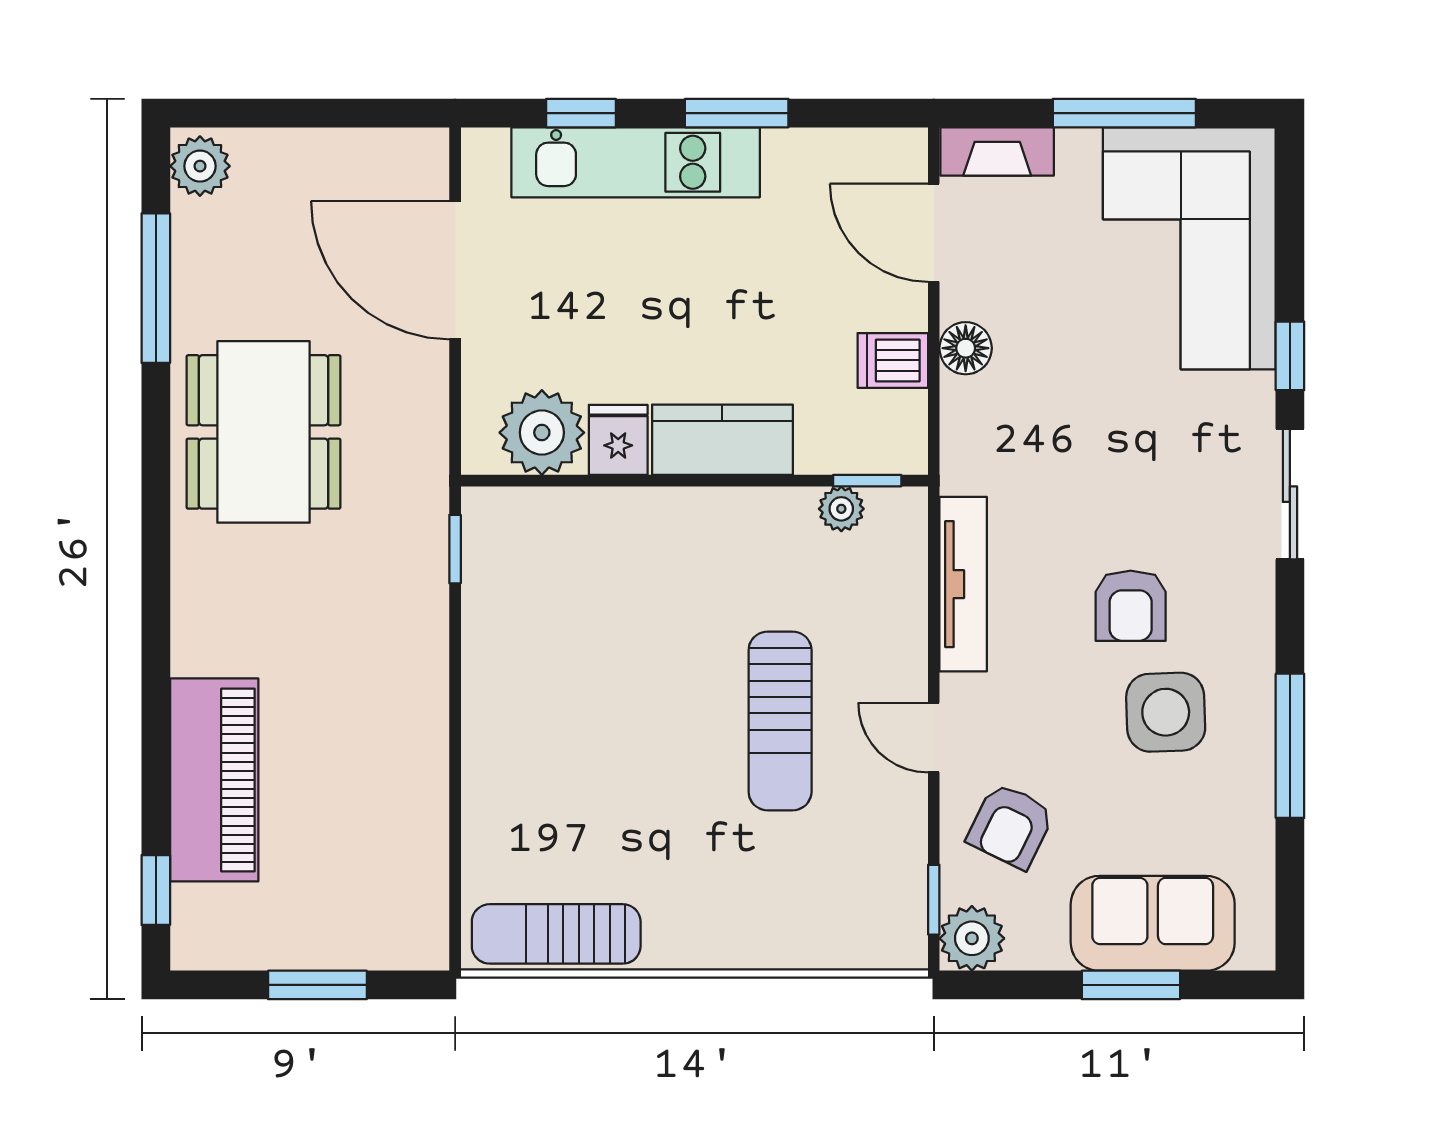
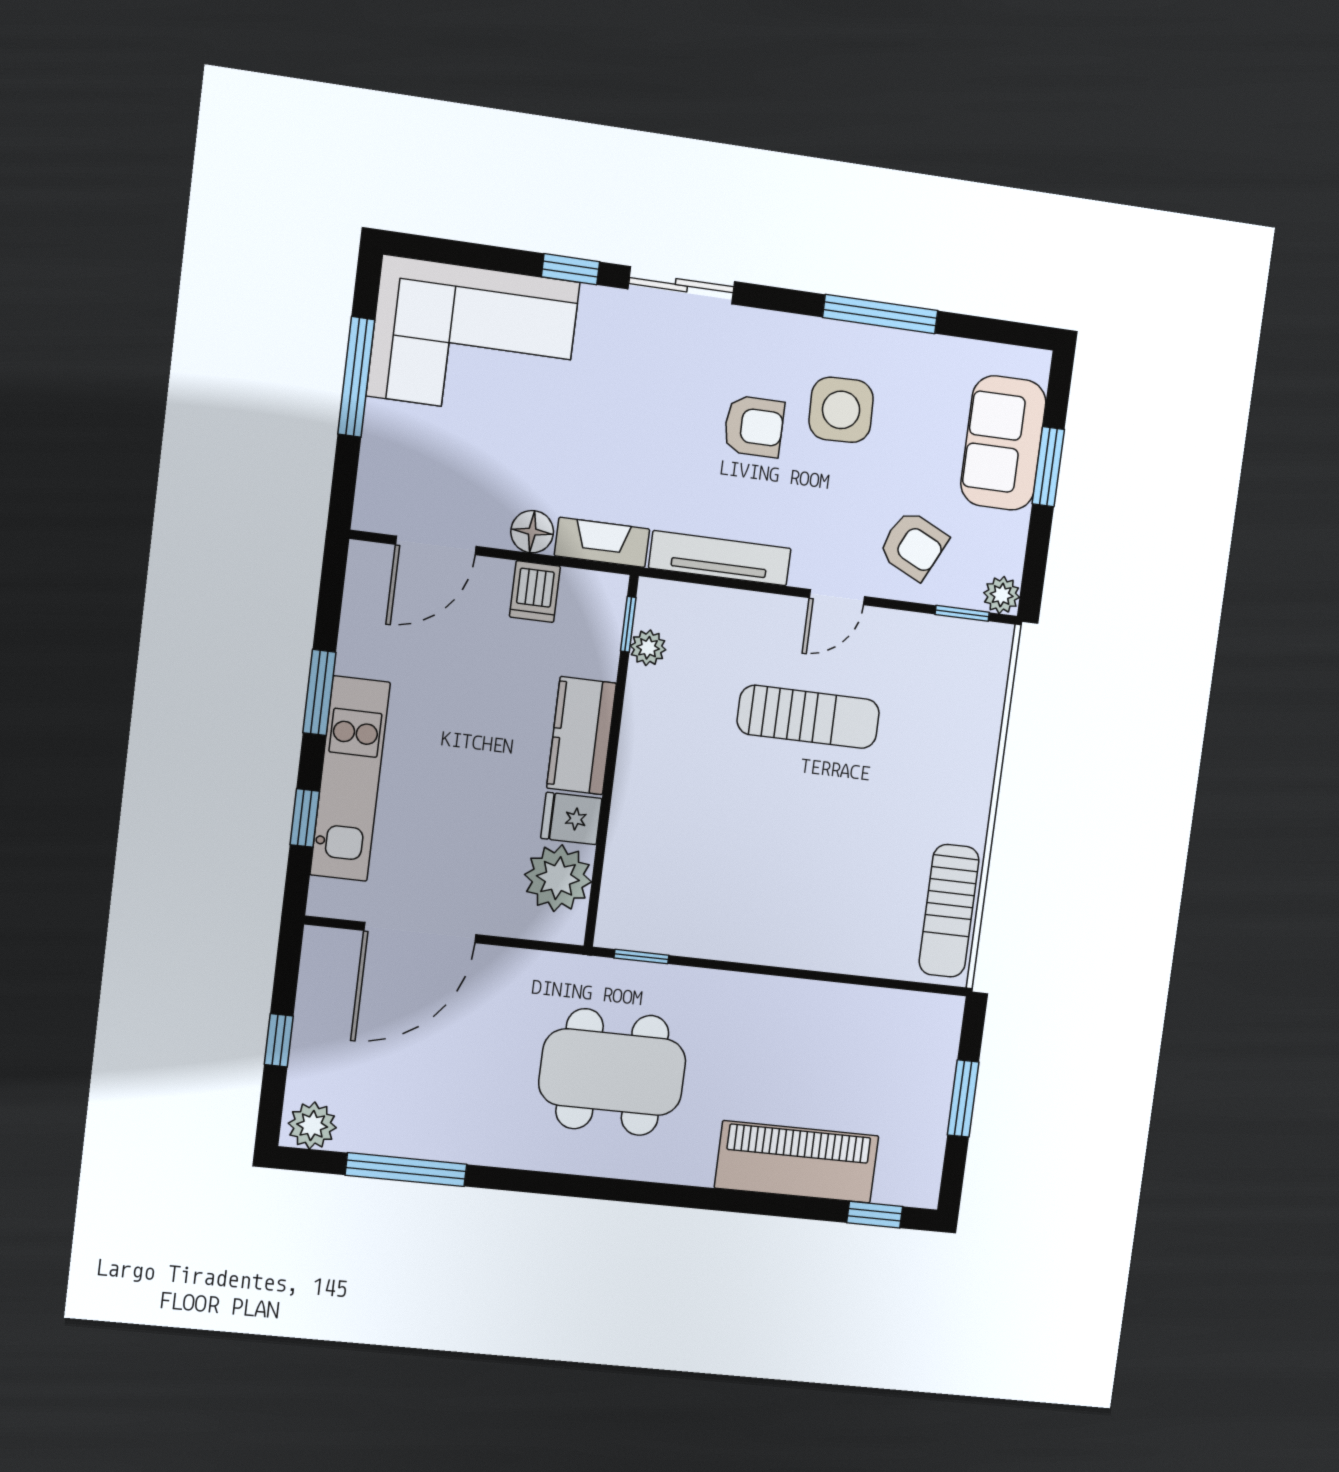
window: (302, 113) -> (279, 1040), added
fireplace: (997, 151) -> (602, 542), moved, turned -90
dining table: (264, 432) -> (612, 1072), moved
plant: (972, 938) -> (1002, 595), width x0.73, depth x0.73

